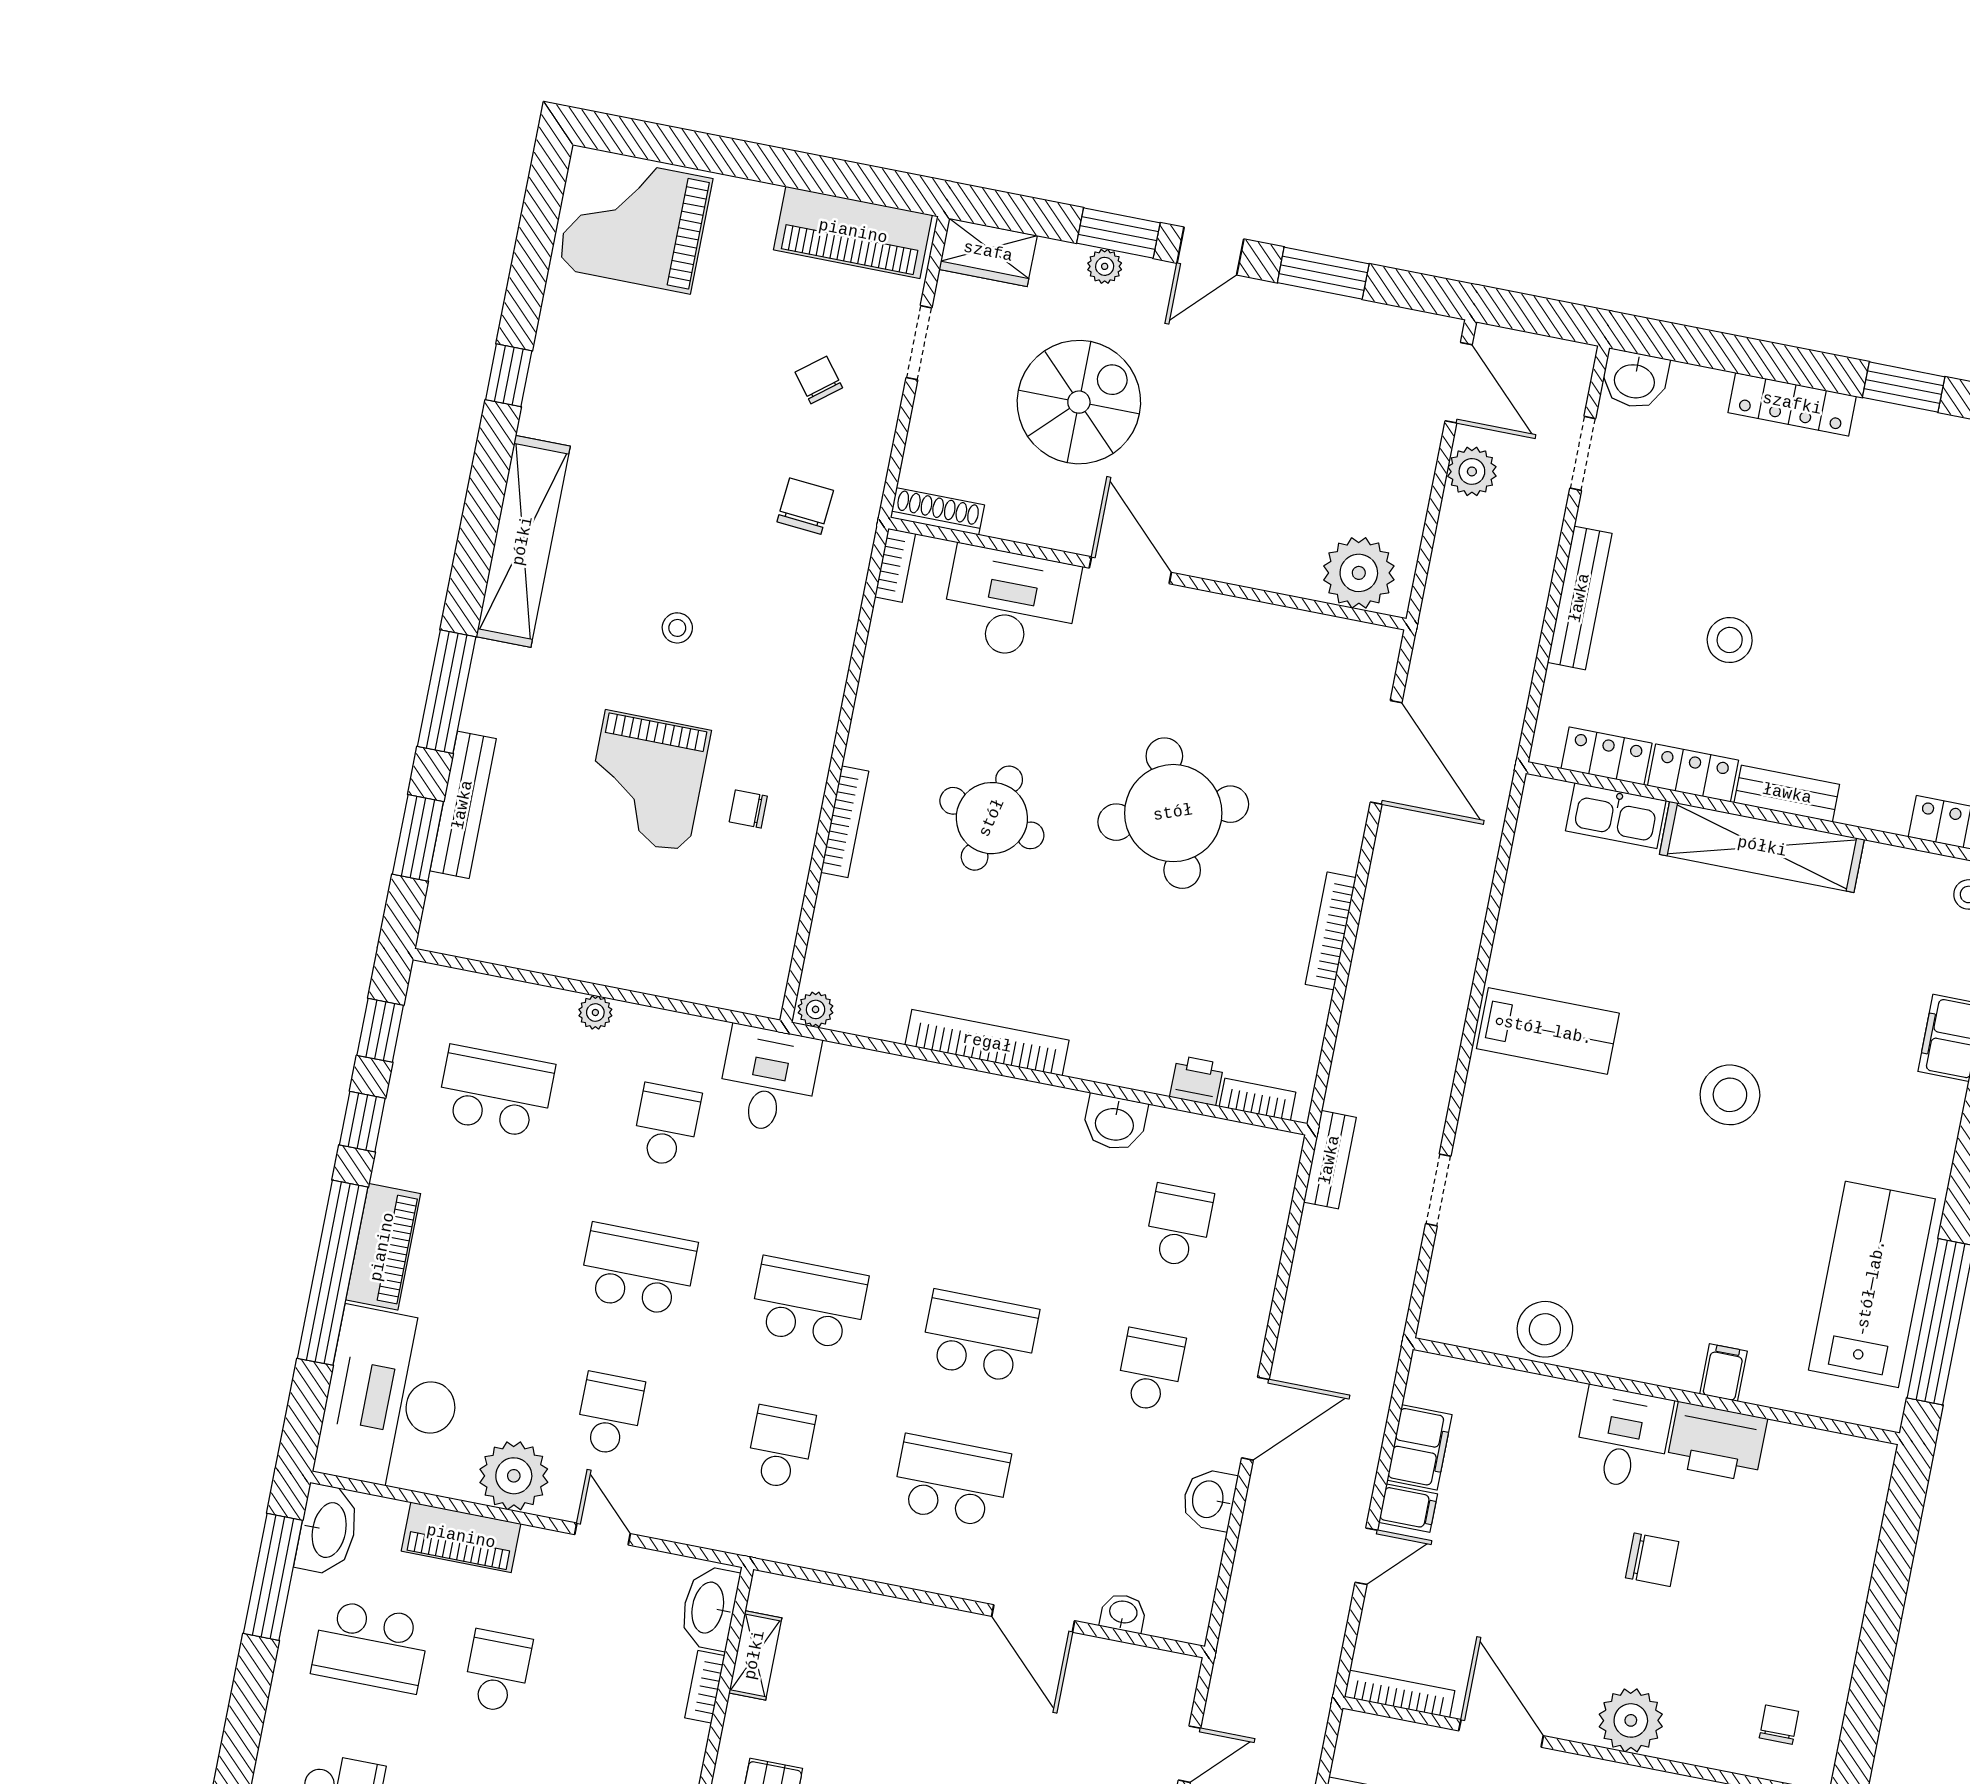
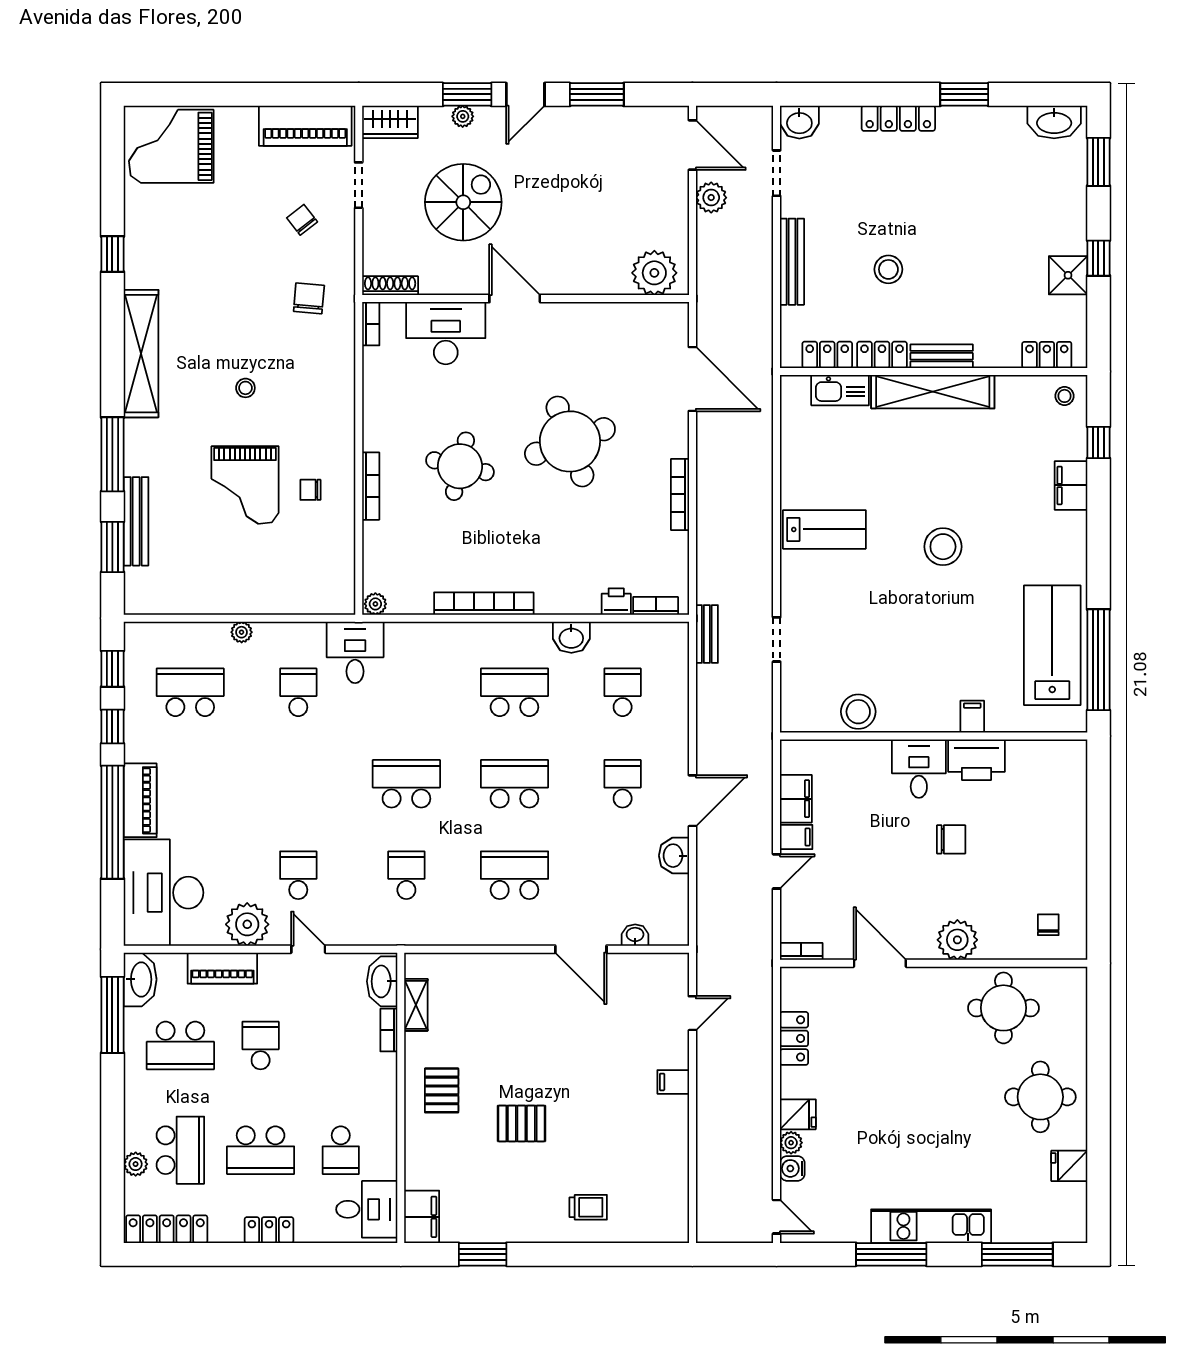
school desk: (638, 1270) -> (514, 692), moved
bookcase: (1400, 1694) -> (801, 951), width x0.64

